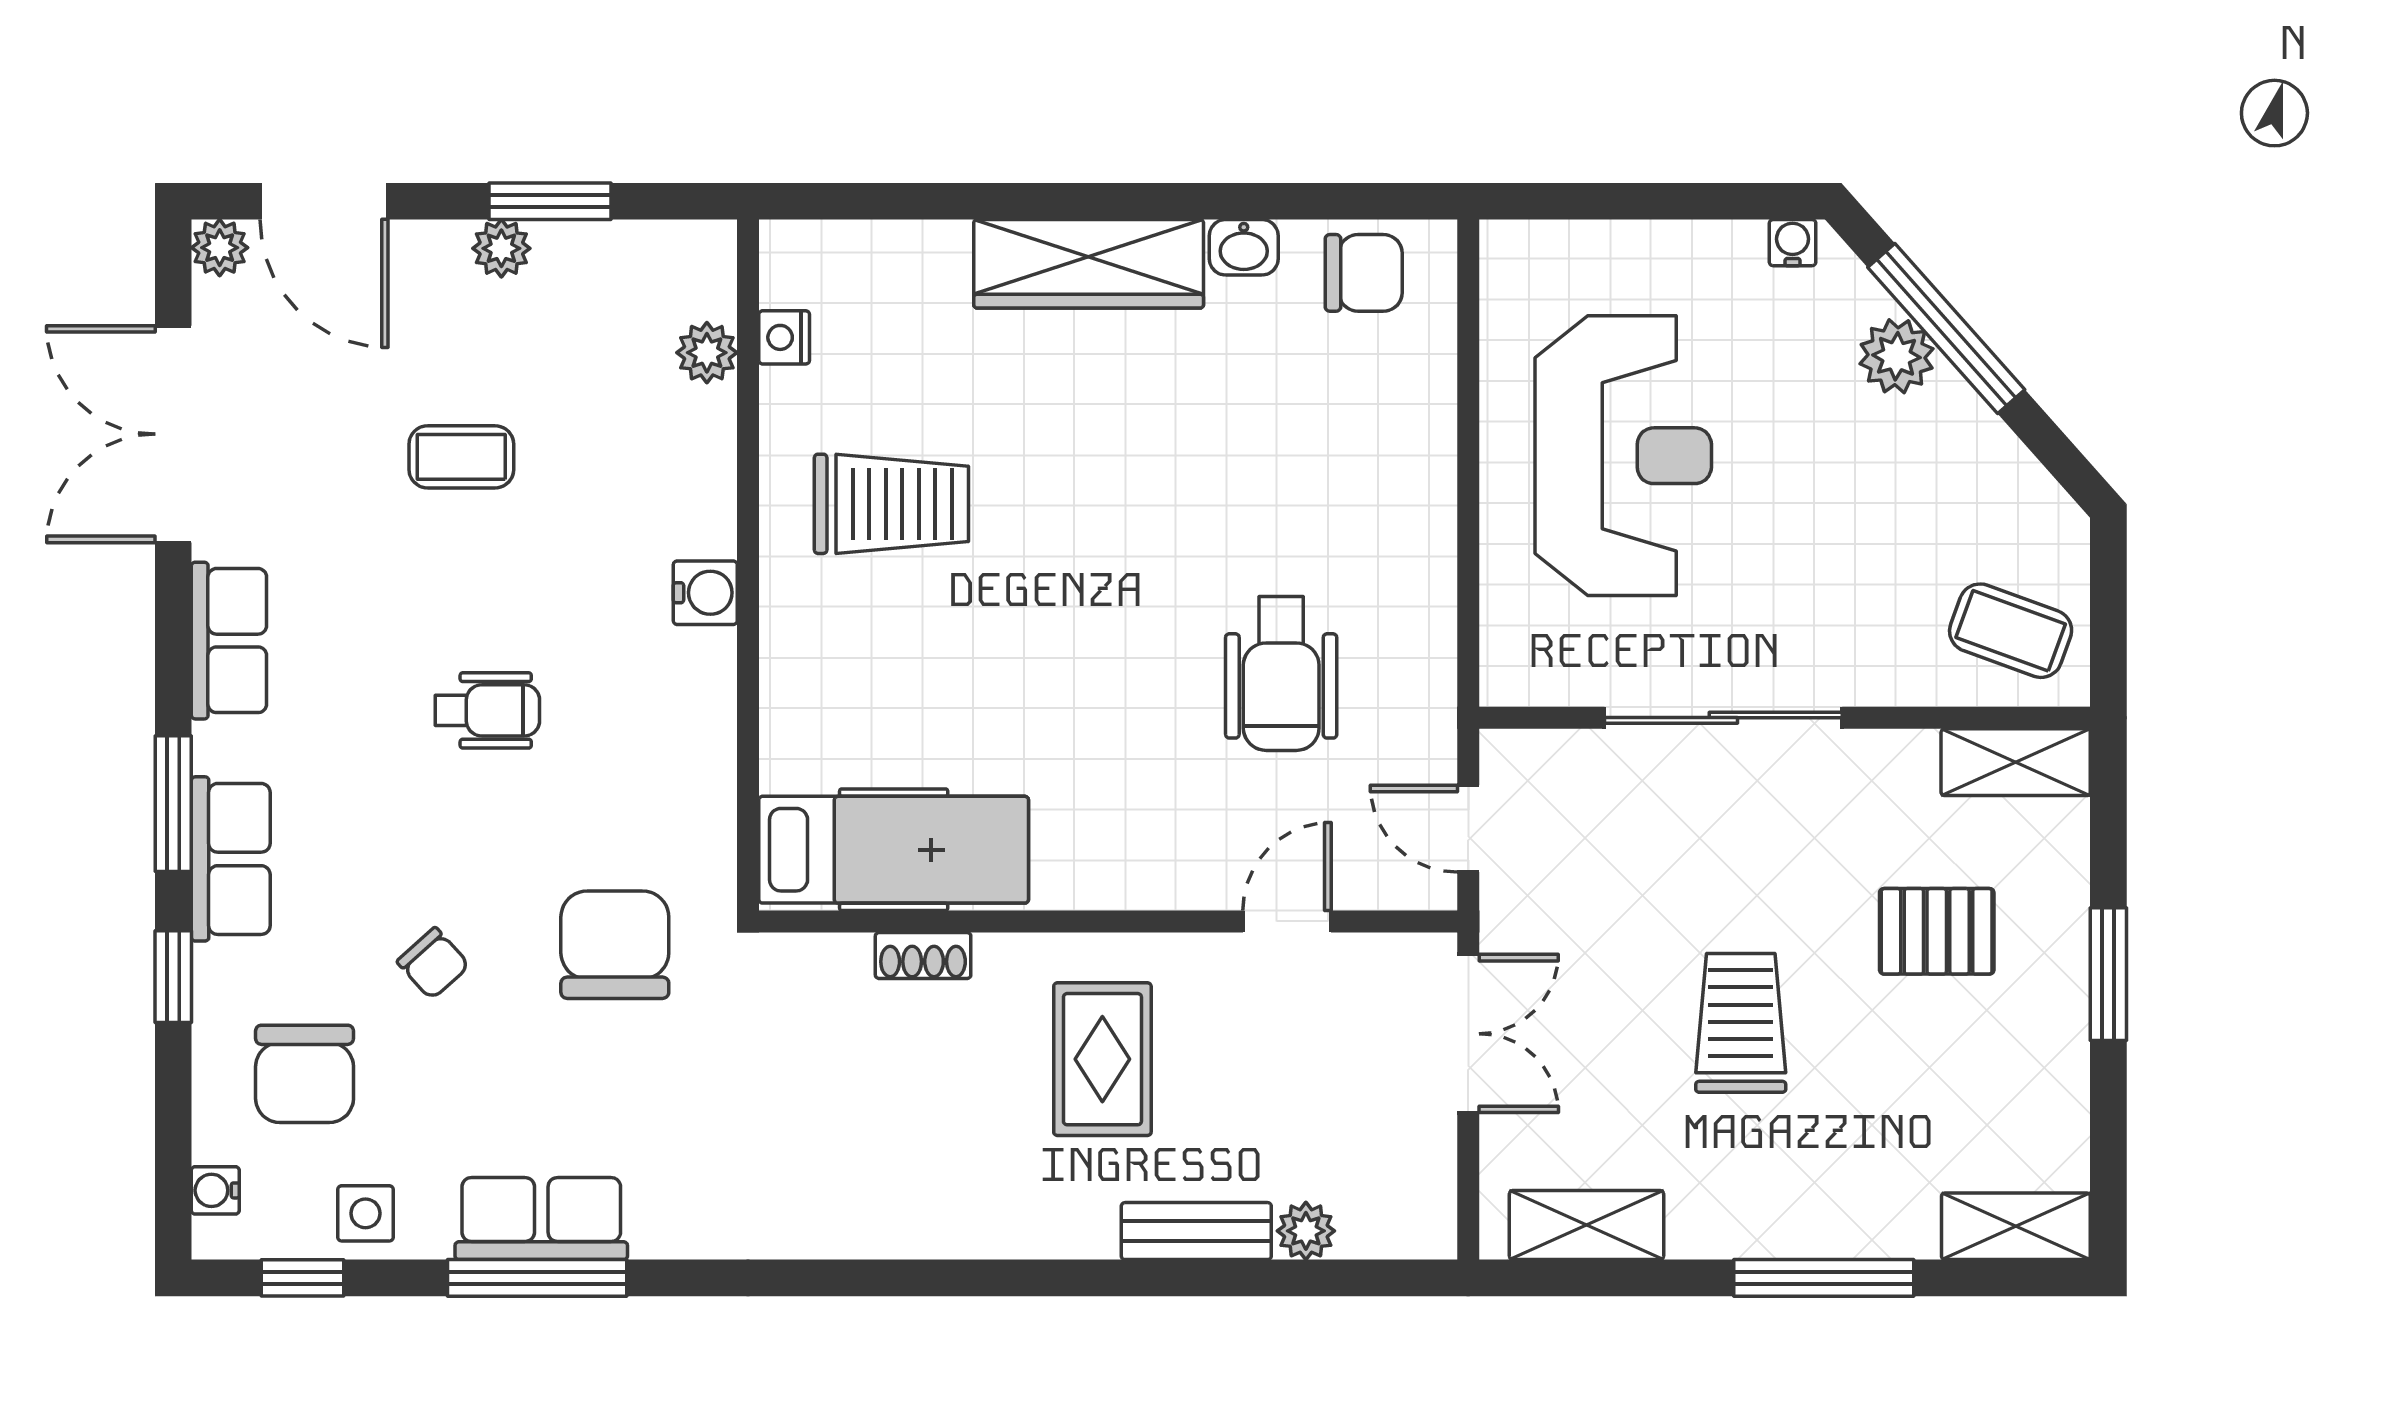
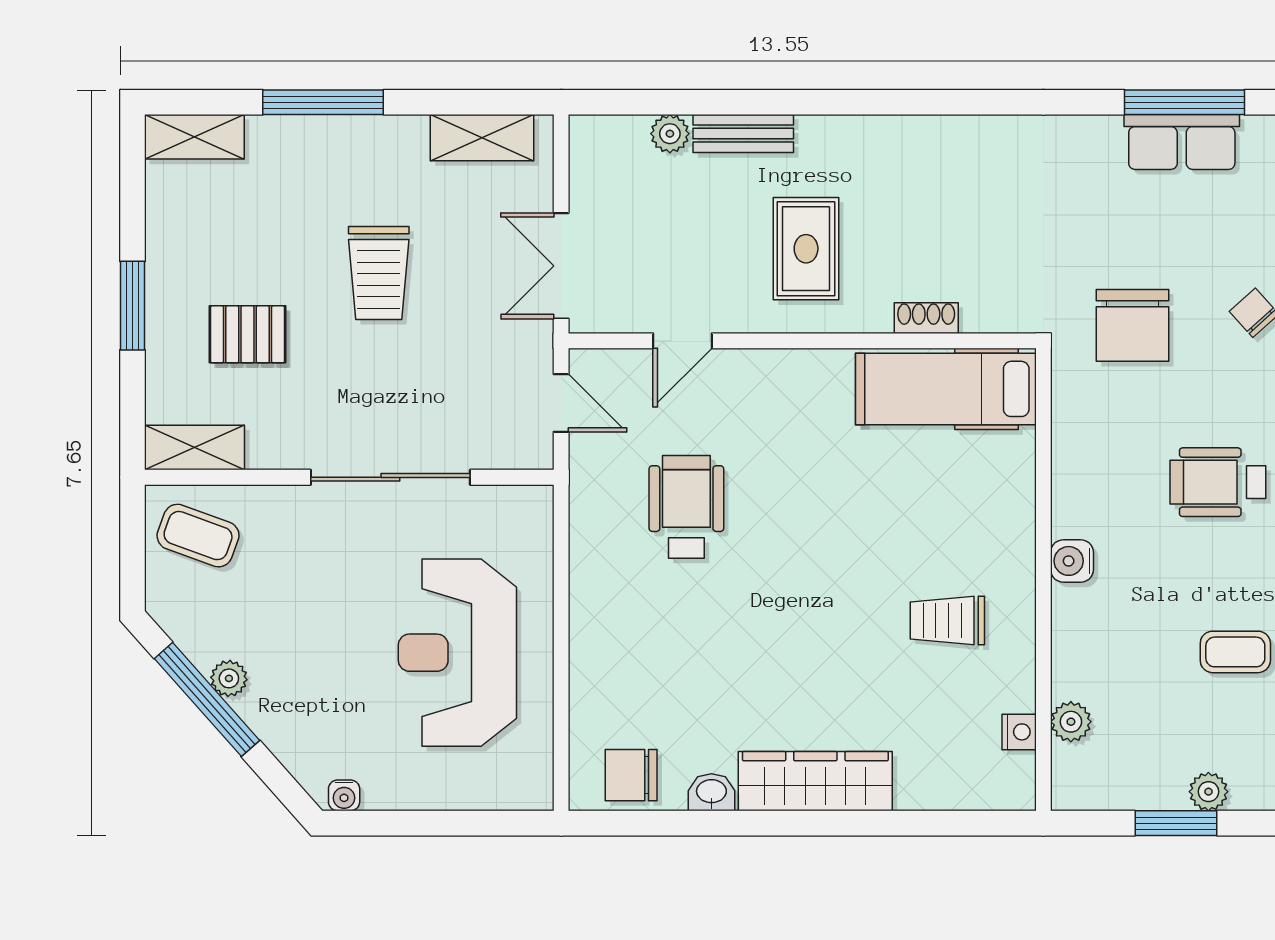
window: (1946, 328) -> (207, 699), moved
plant: (1897, 356) -> (229, 678), moved, width x0.73, depth x0.73
trolley: (891, 504) -> (947, 620), width x0.73, depth x0.72
wheelchair: (487, 710) -> (1218, 482), width x1.36, depth x1.37

